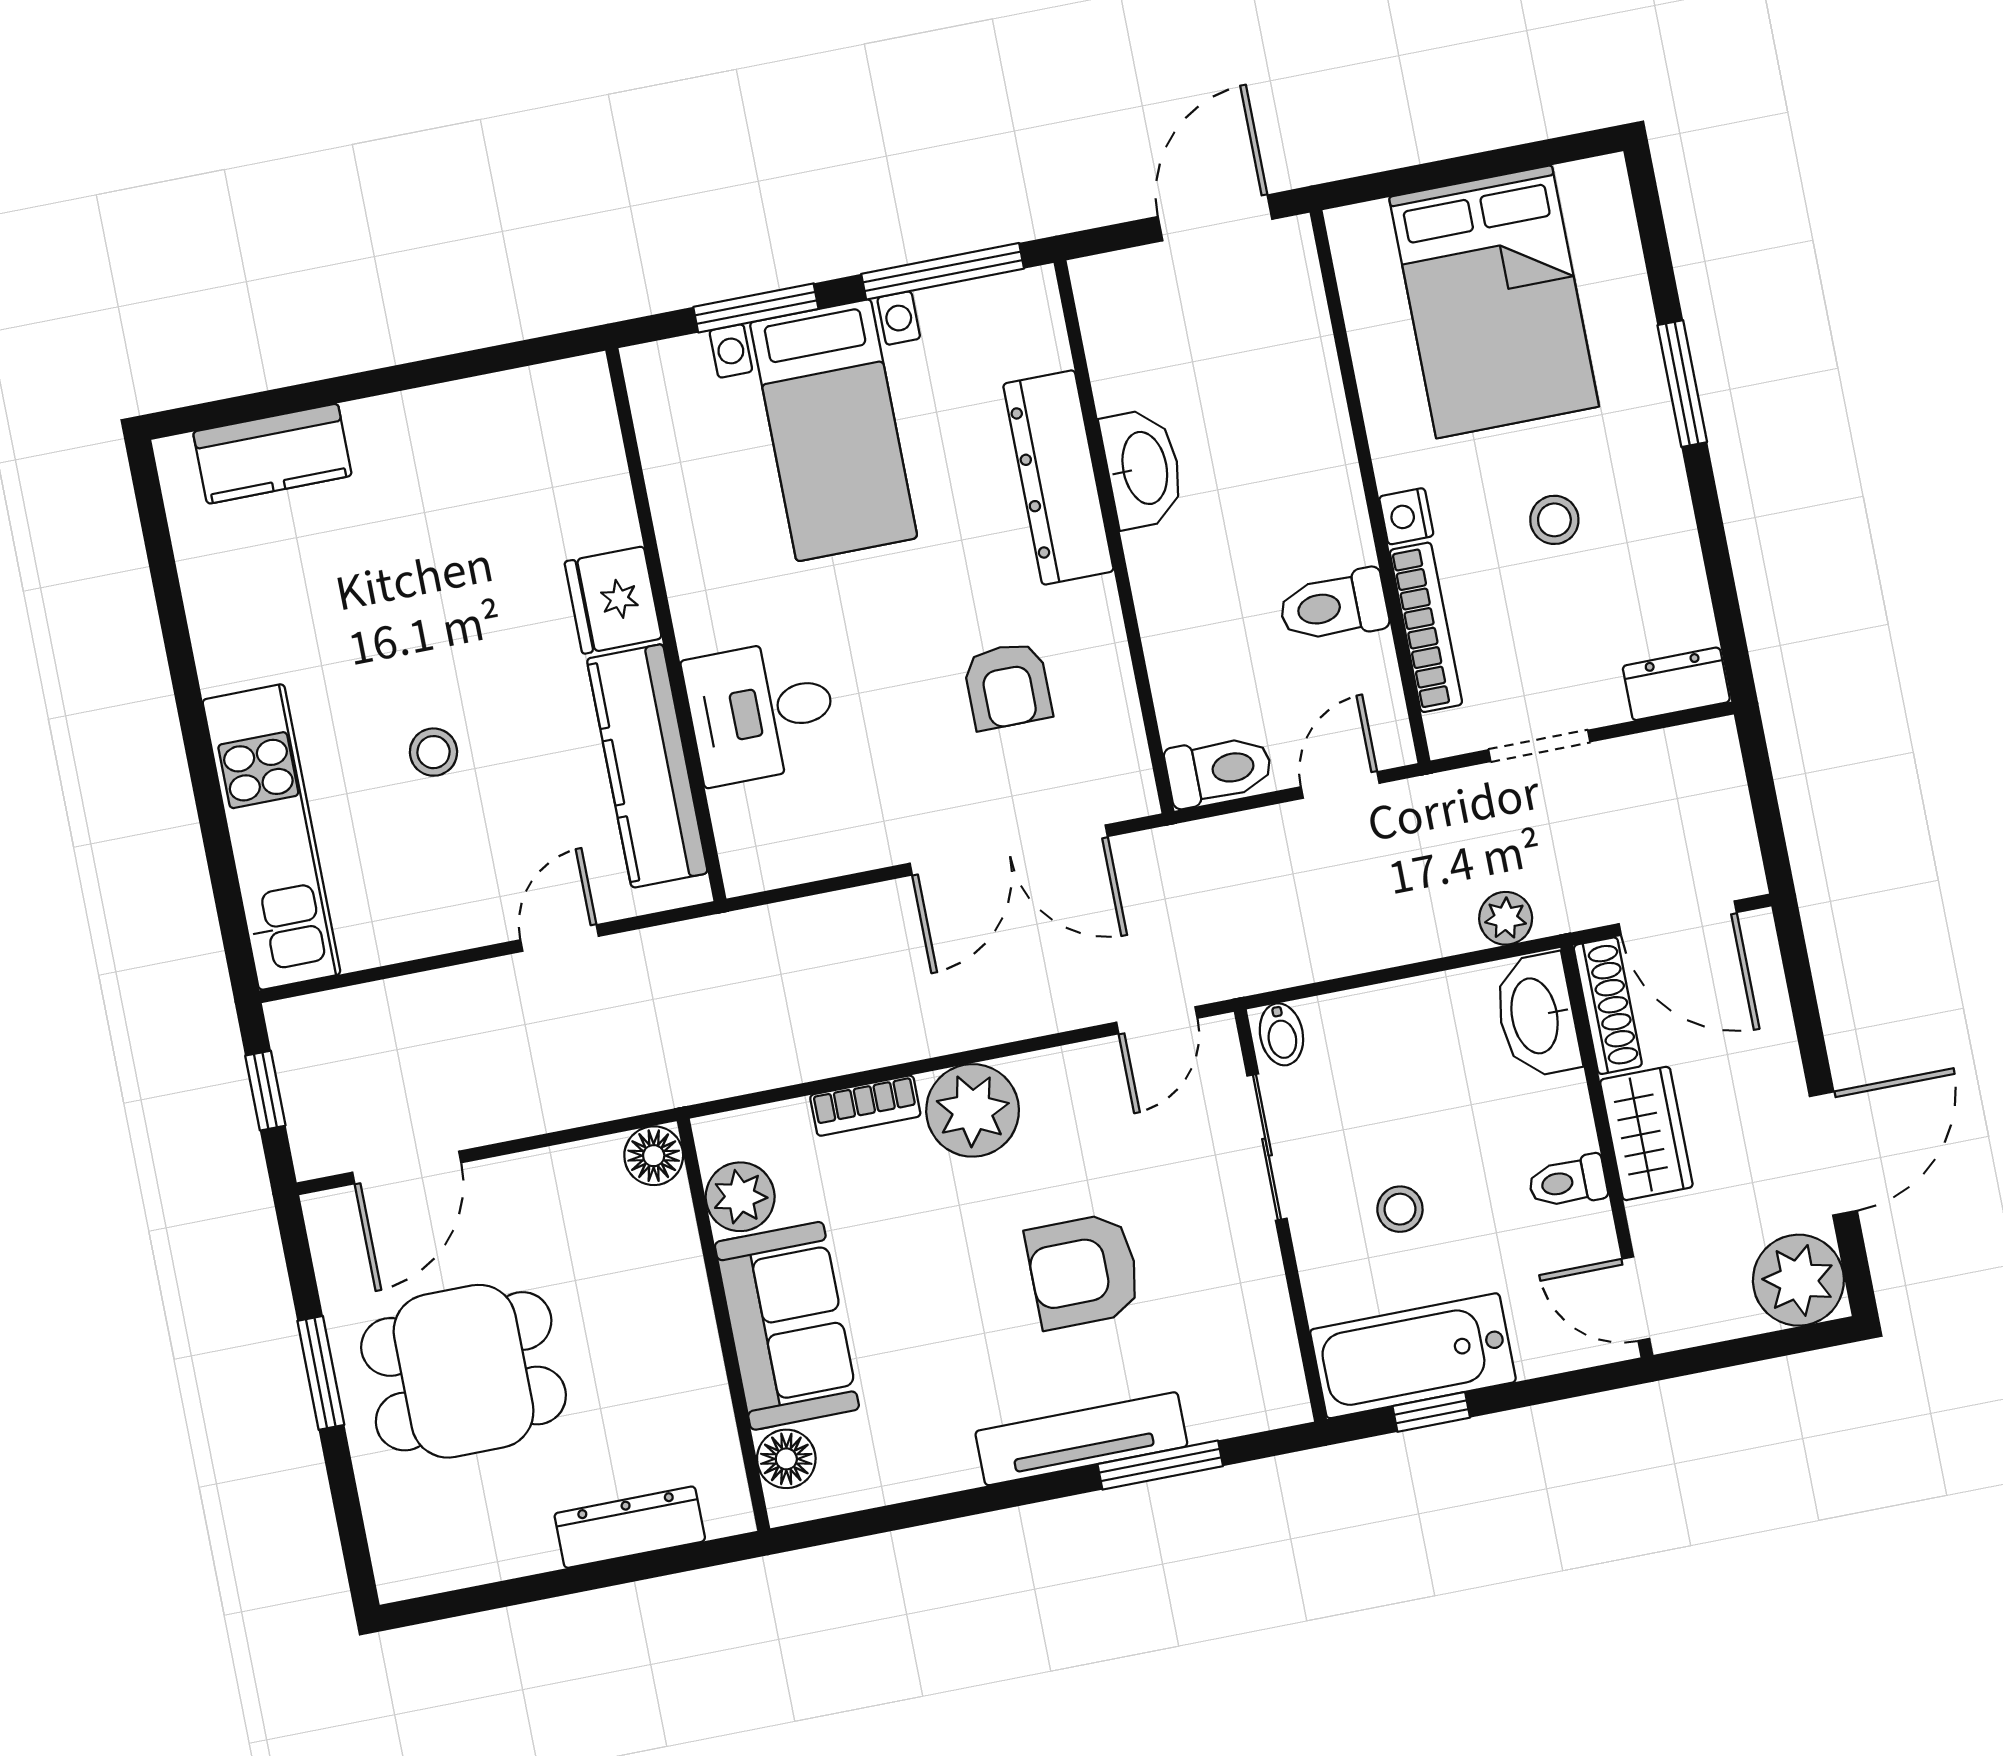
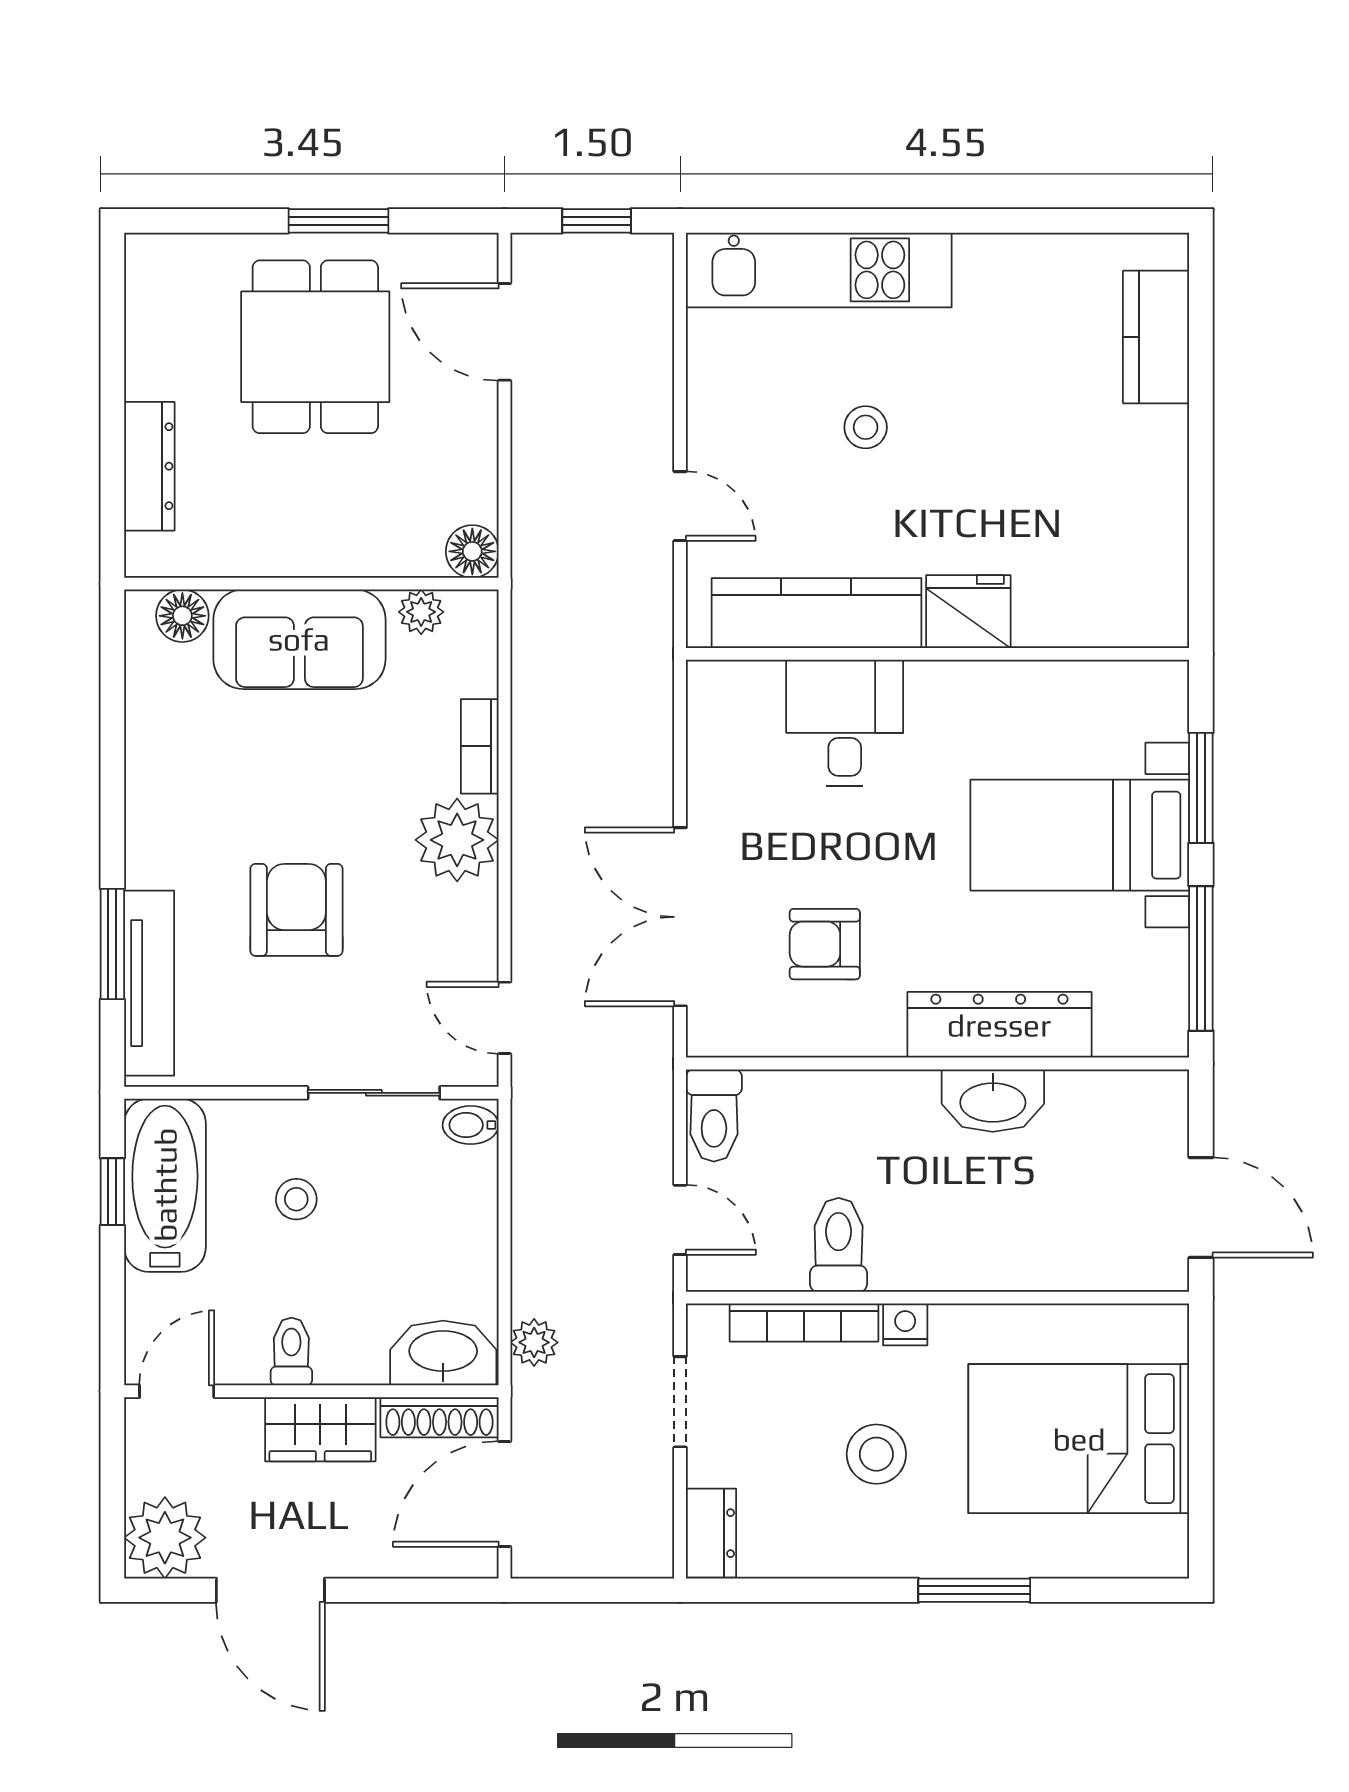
stool: (1554, 520) -> (876, 1454), width x1.37, depth x1.37
plant: (740, 1197) -> (421, 612), width x0.73, depth x0.73
tv unit: (1081, 1439) -> (149, 983), moved

